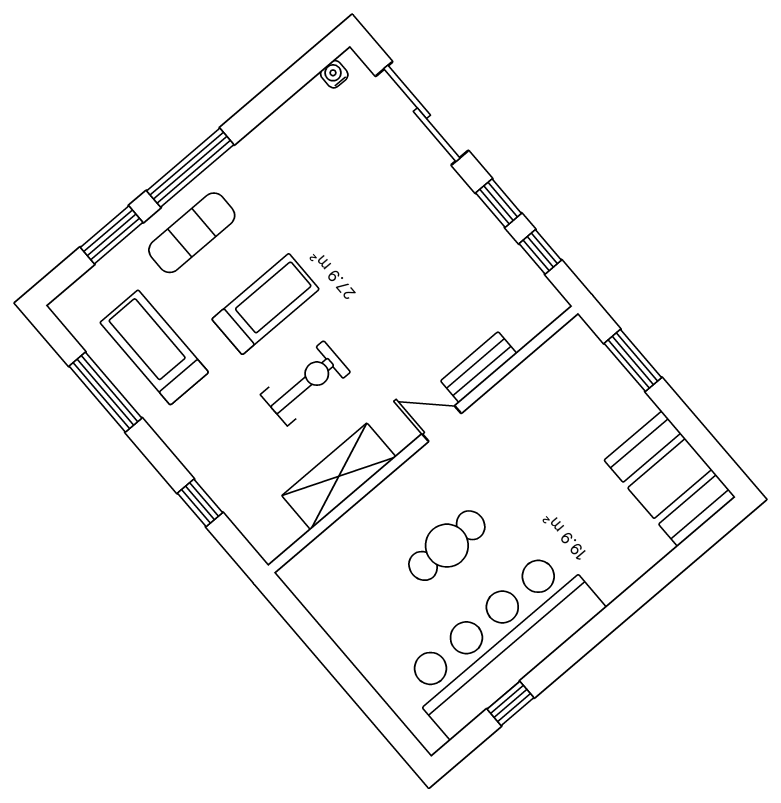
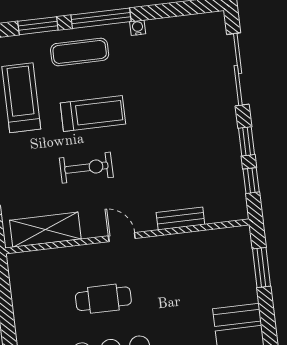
water cooler: (334, 74) -> (138, 28), moved
door: (442, 424) -> (122, 237), moved
shelving: (339, 476) -> (45, 230), moved

